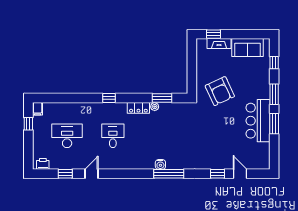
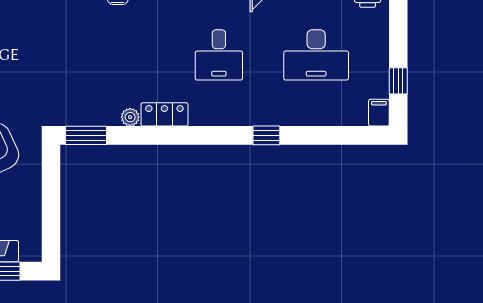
window: (109, 98) -> (266, 135), moved
window: (162, 98) -> (86, 135), moved

